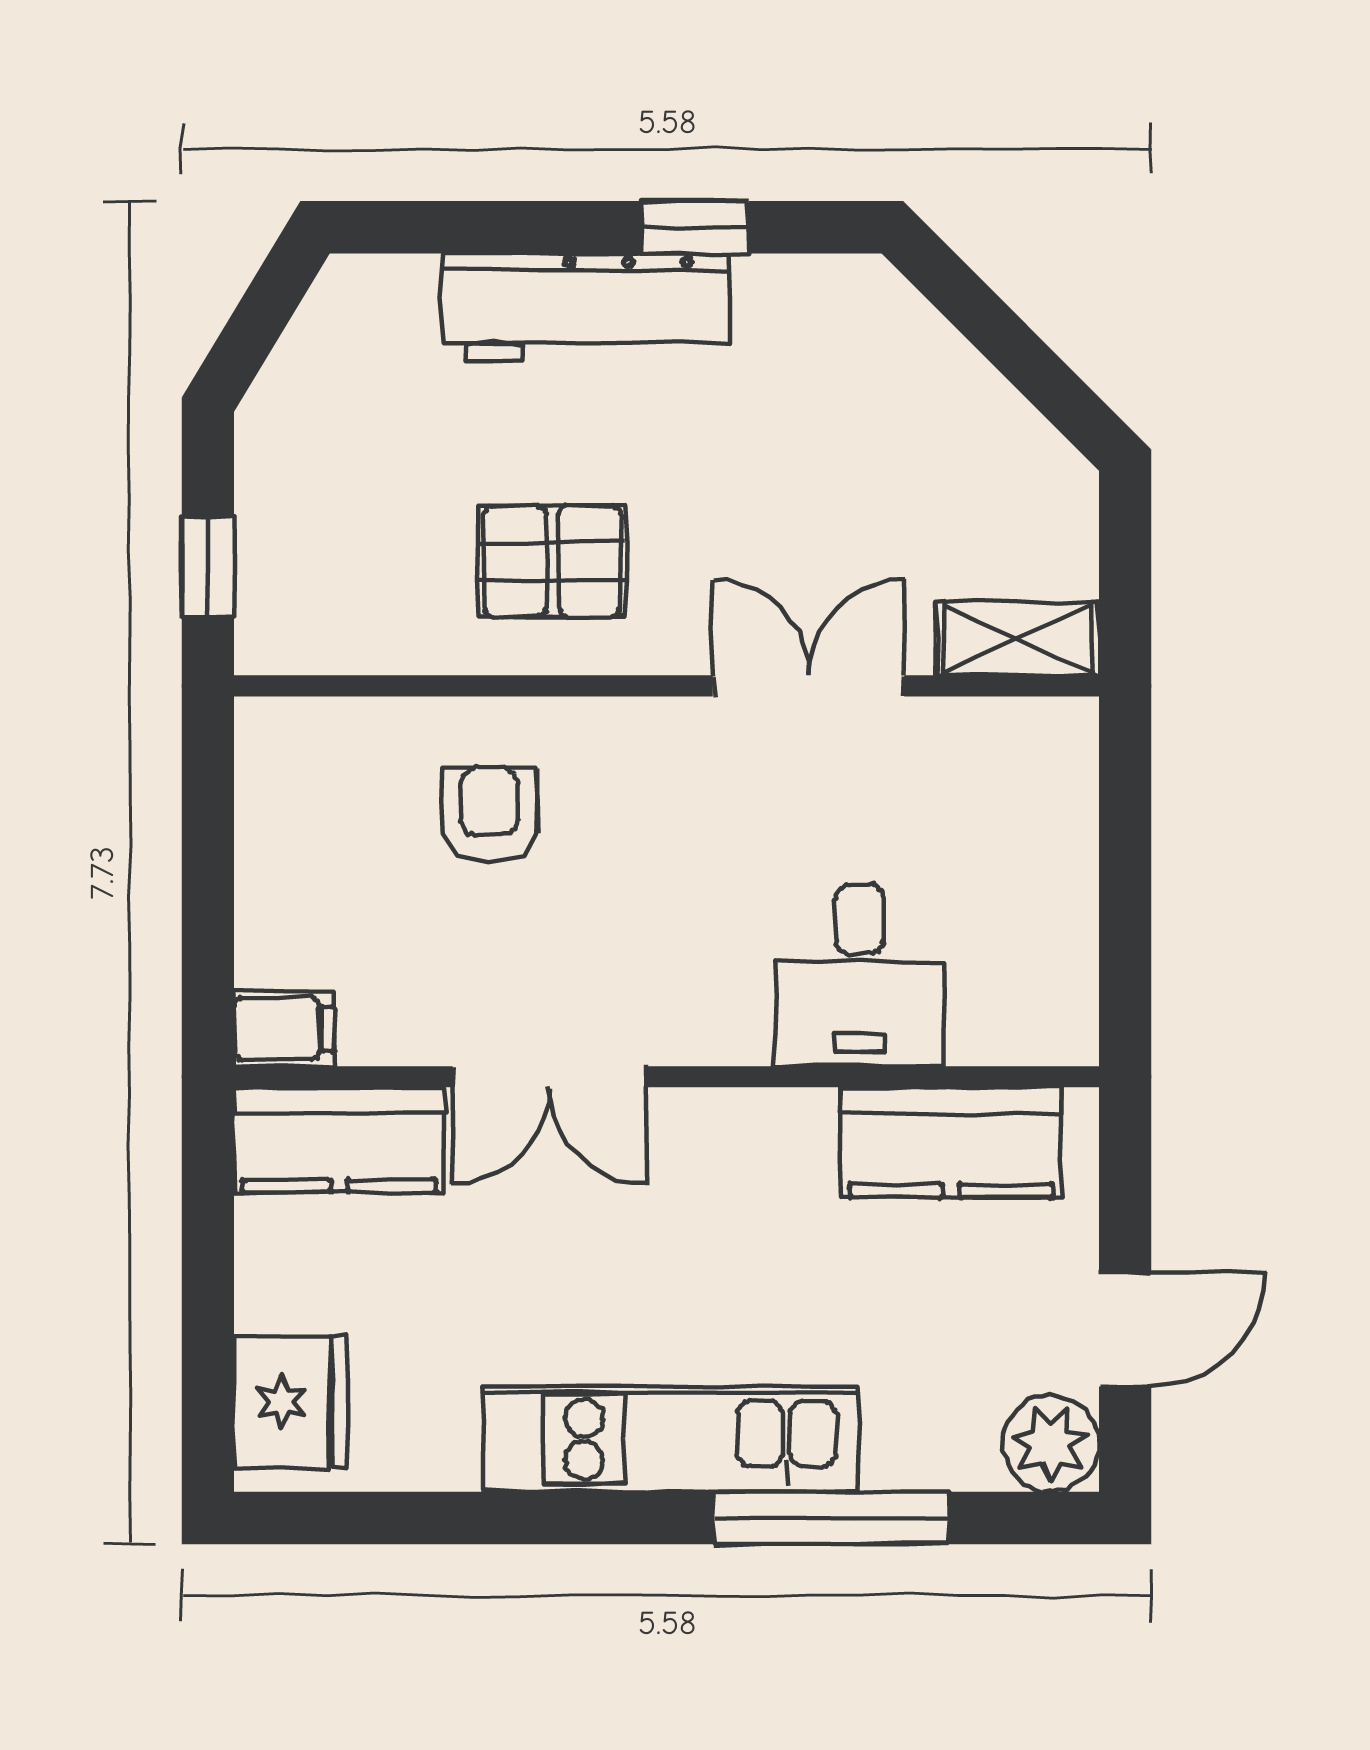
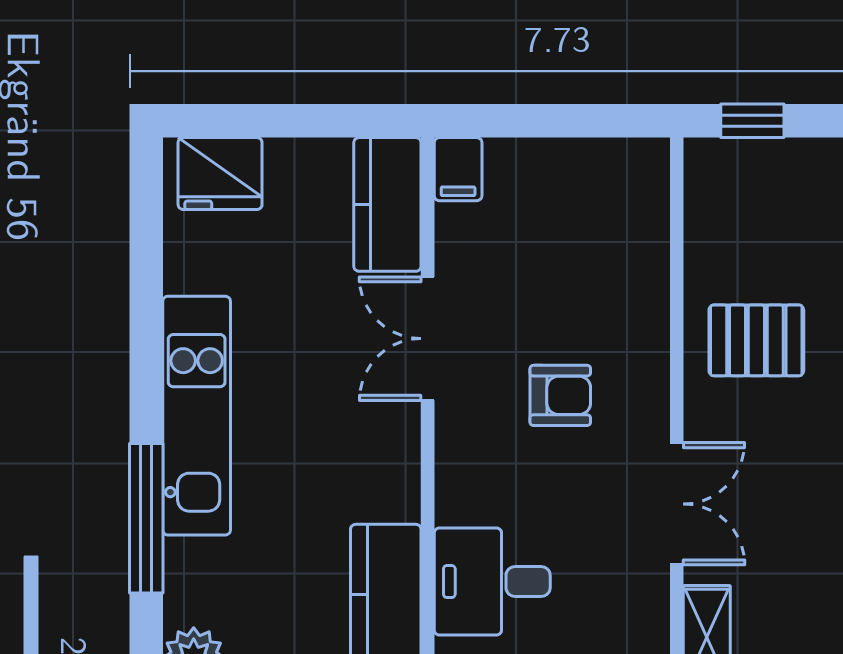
pallet: (552, 561) -> (756, 340), turned 90
armchair: (490, 815) -> (560, 395), moved
desk: (860, 975) -> (492, 582), moved

